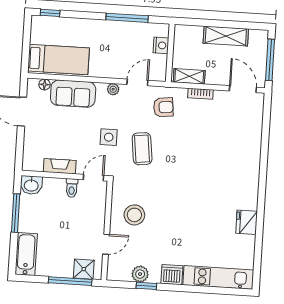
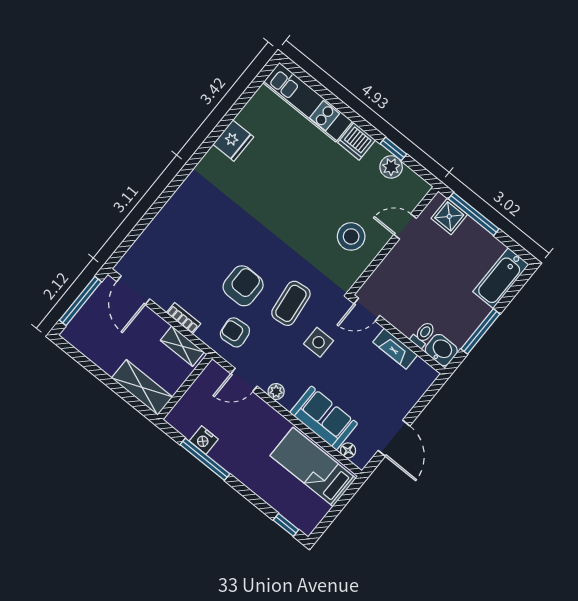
shelving: (226, 36) -> (142, 387), moved
nightstand: (161, 45) -> (204, 440), moved, turned -90
armchair: (178, 139) -> (243, 286), added
toilet: (72, 188) -> (423, 335), moved

